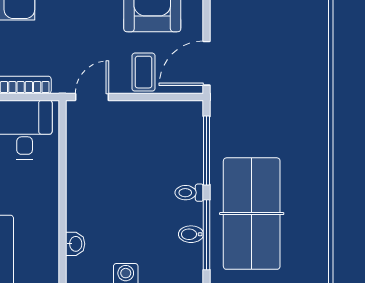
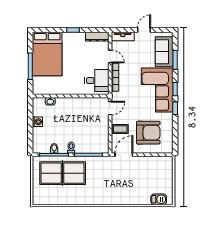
door: (207, 63) -> (124, 155), hinge flipped
door: (92, 97) -> (110, 108), hinge flipped

